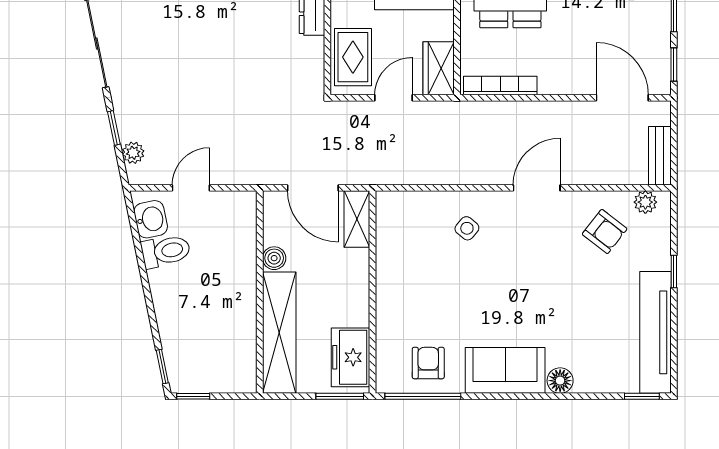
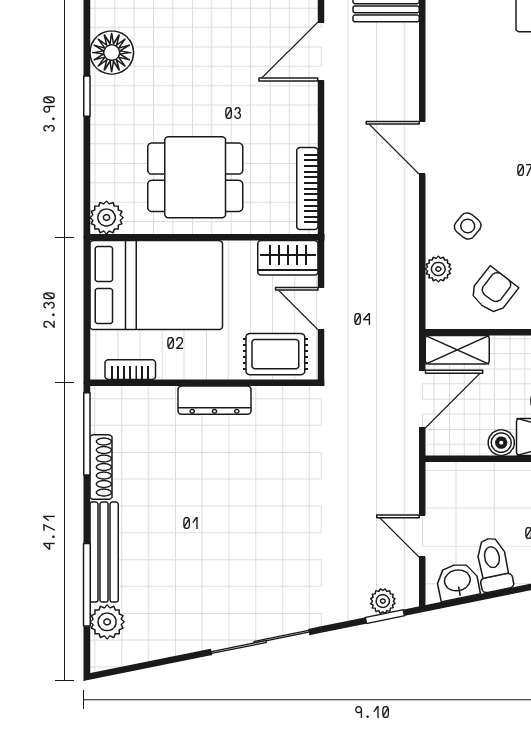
window: (114, 128) -> (385, 617), moved
plant: (645, 202) -> (438, 269), moved
armchair: (605, 231) -> (493, 291), moved

